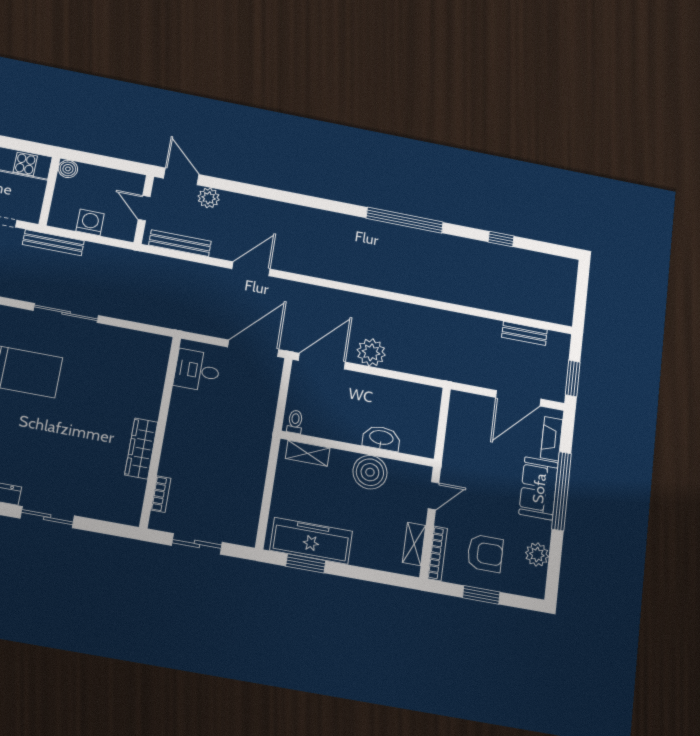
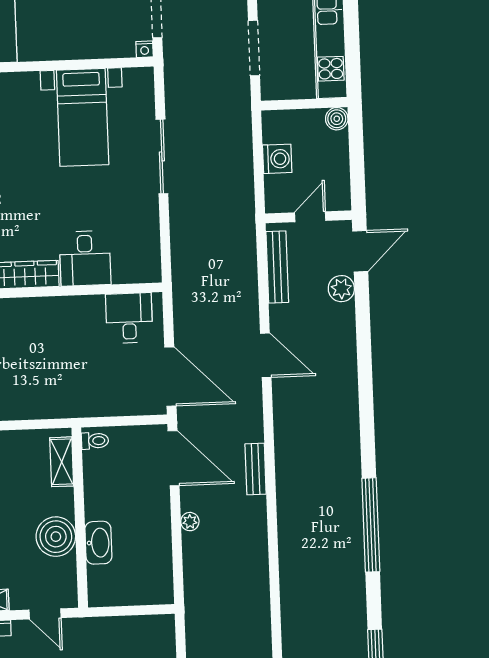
bench: (53, 243) -> (256, 469), moved, width x0.73
plant: (371, 352) -> (190, 522), width x0.53, depth x0.53
desk: (138, 395) -> (85, 258), added

